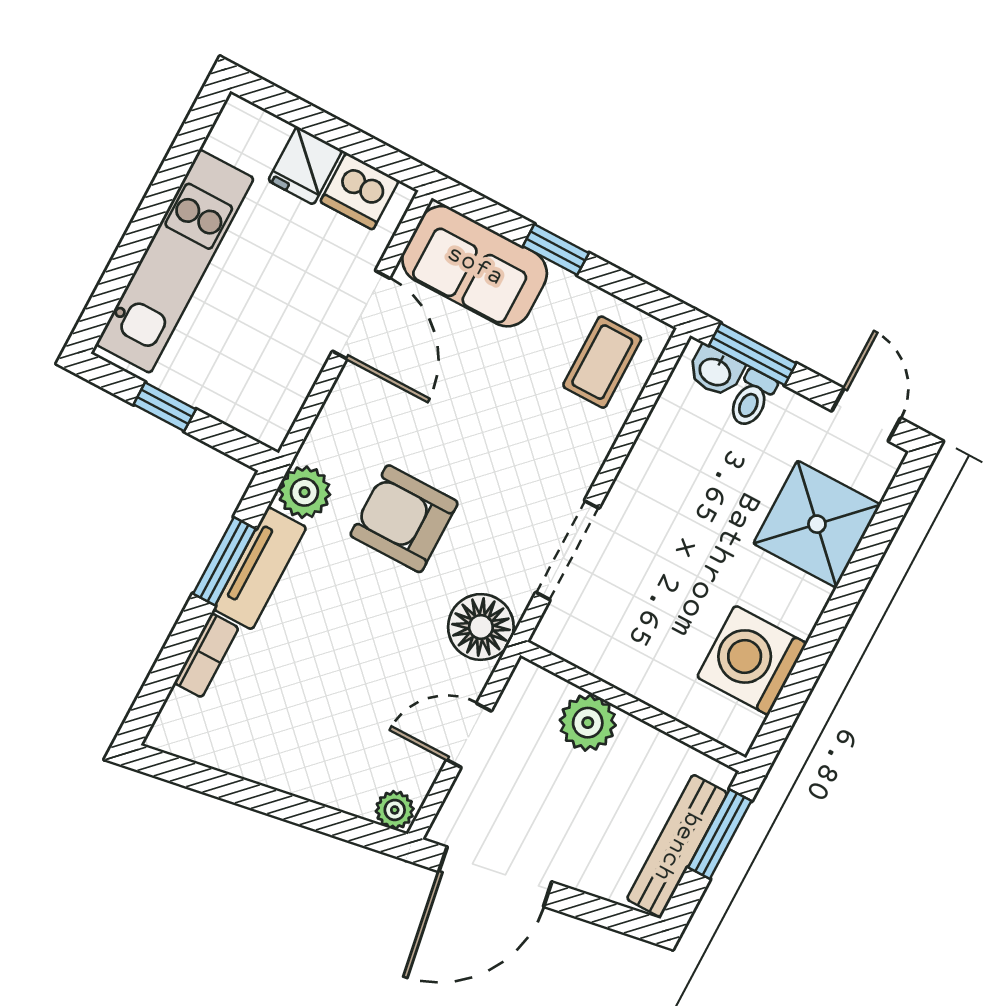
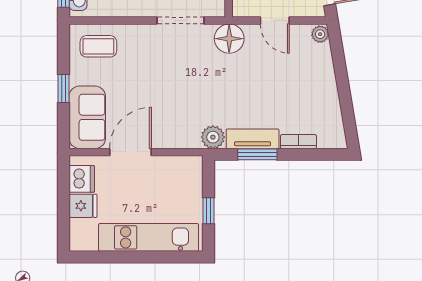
armchair: (404, 519) -> (202, 92), removed

